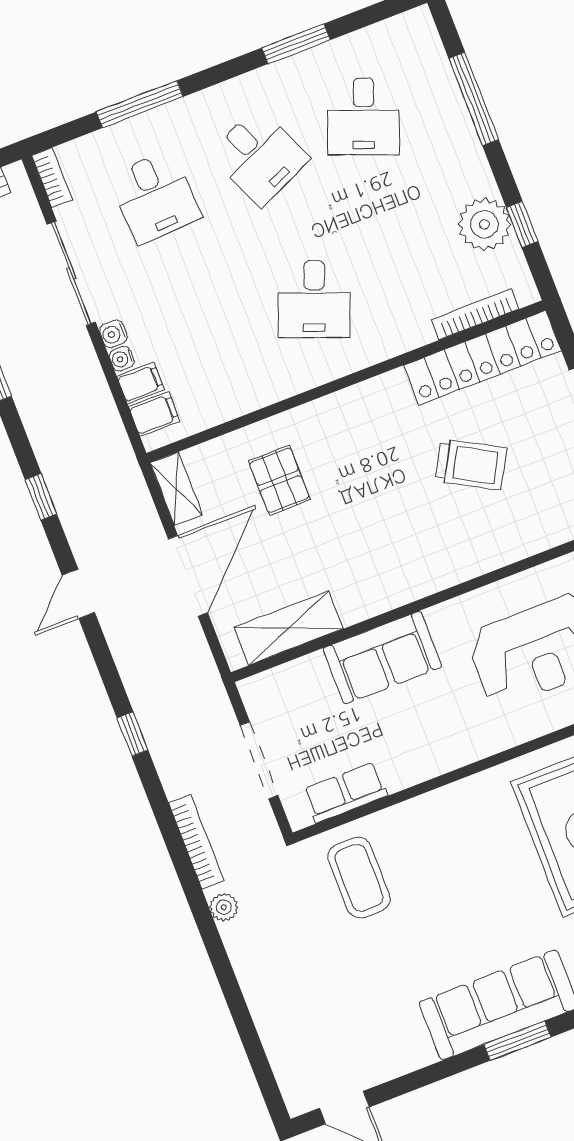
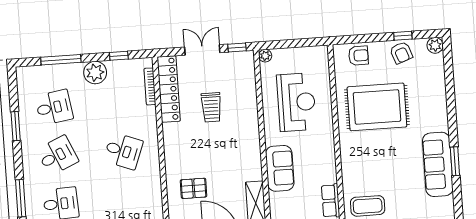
desk: (363, 116) -> (54, 107), turned -30
plant: (484, 224) -> (95, 73), moved
trolley: (471, 464) -> (211, 107), turned 151

